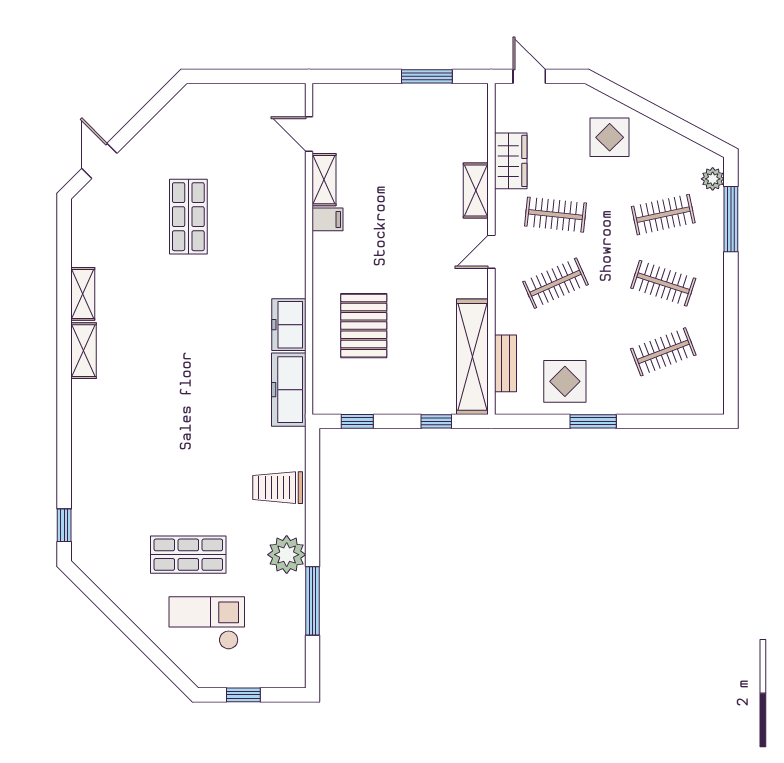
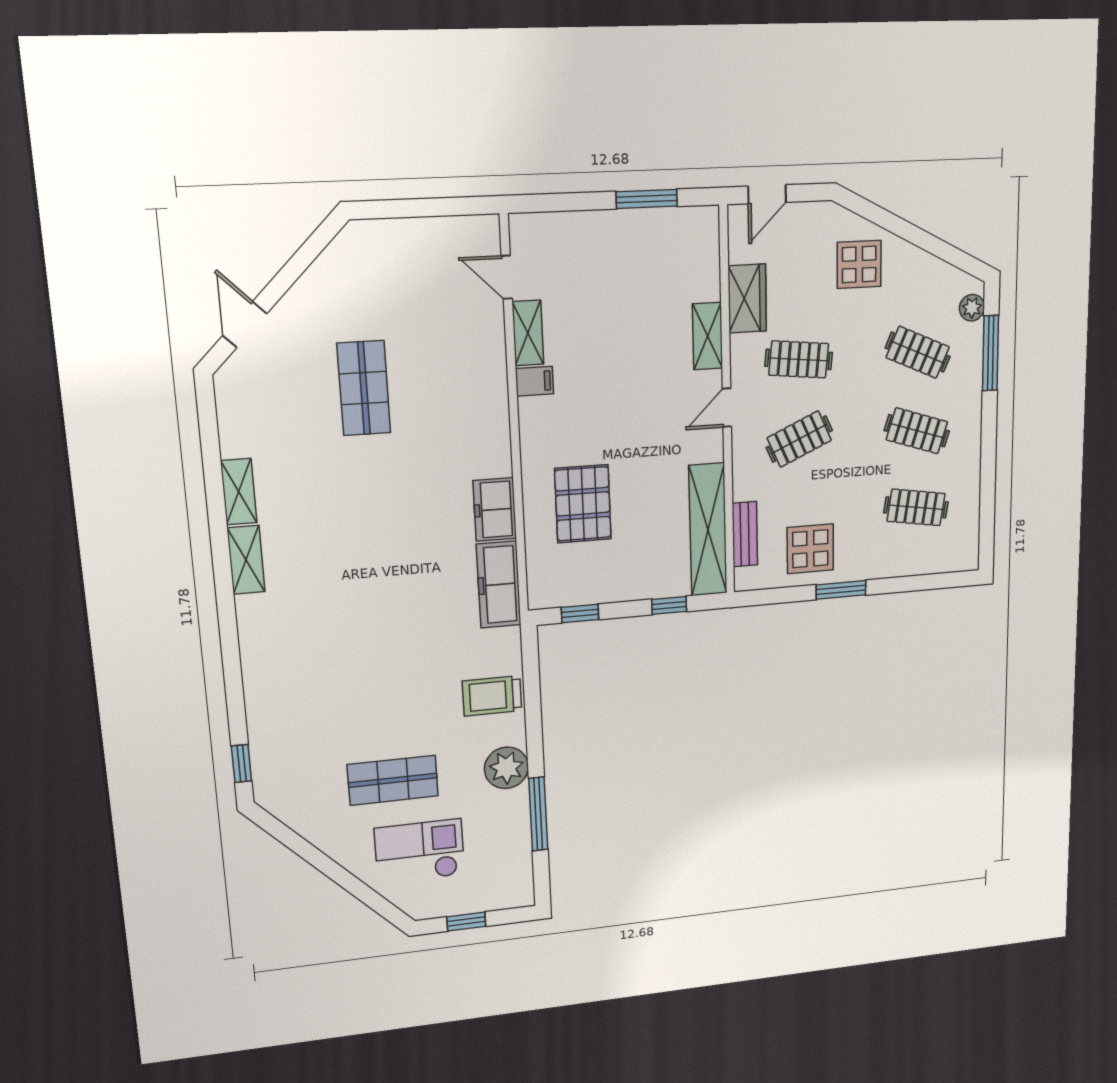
door: (529, 76) -> (767, 194), swing flipped
clothes rail: (663, 215) -> (918, 352), turned 36
clothes rail: (663, 352) -> (916, 507), turned 30

